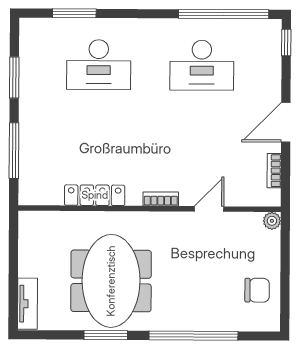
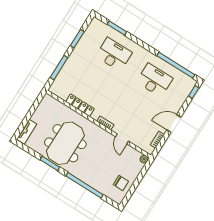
desk: (99, 65) -> (114, 54), turned 180
desk: (202, 65) -> (155, 80), turned 180
door: (209, 209) -> (122, 139), swing flipped

